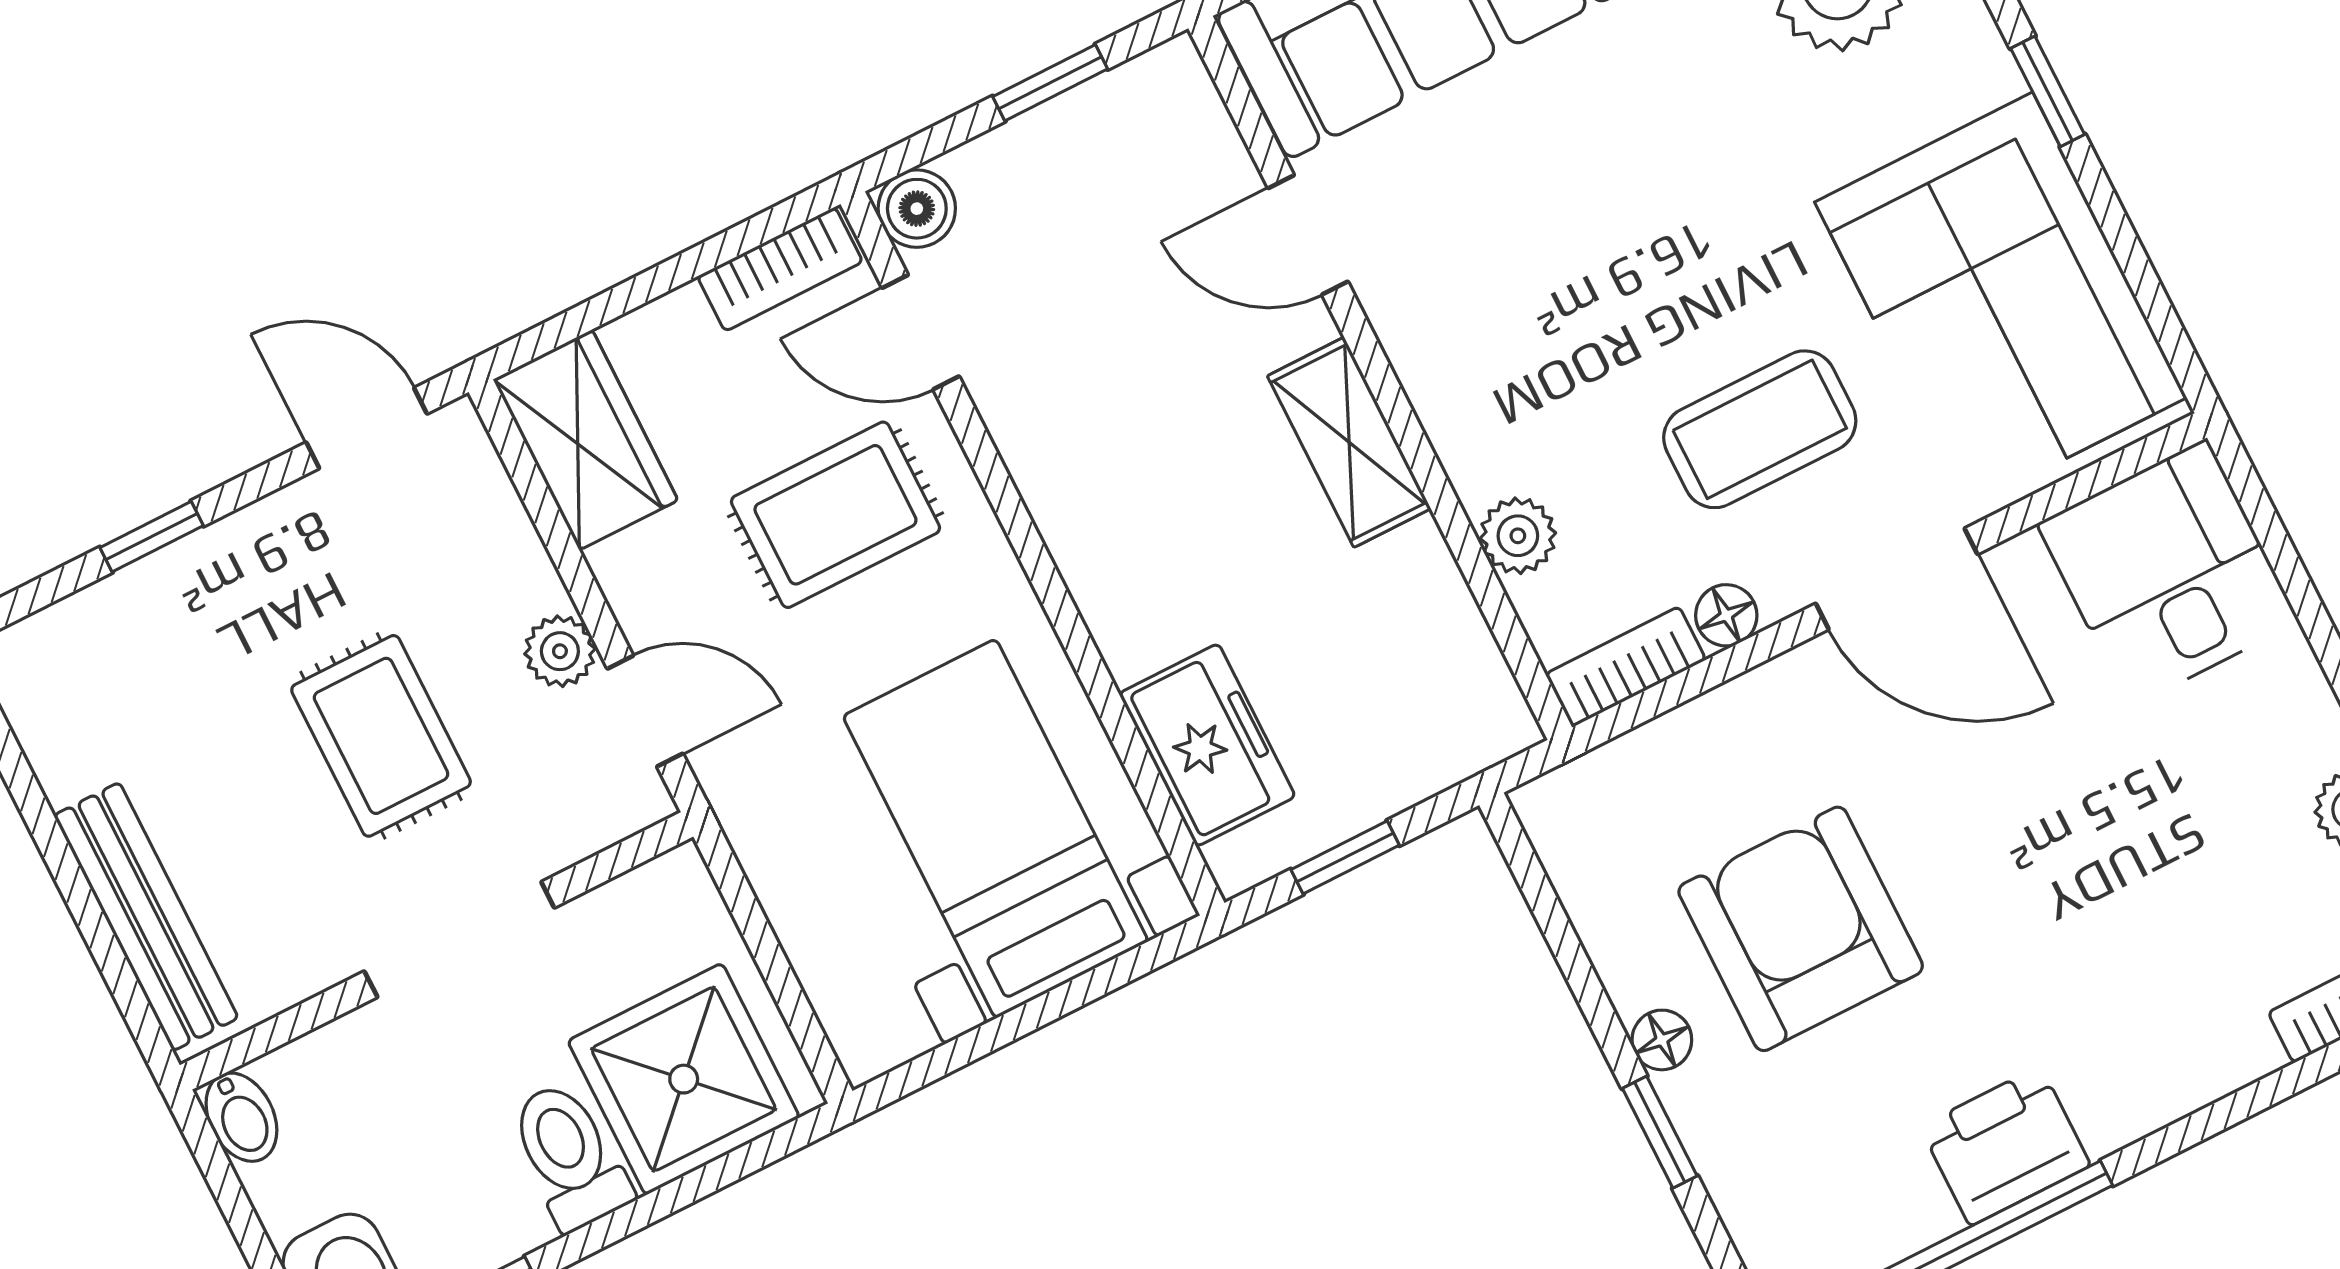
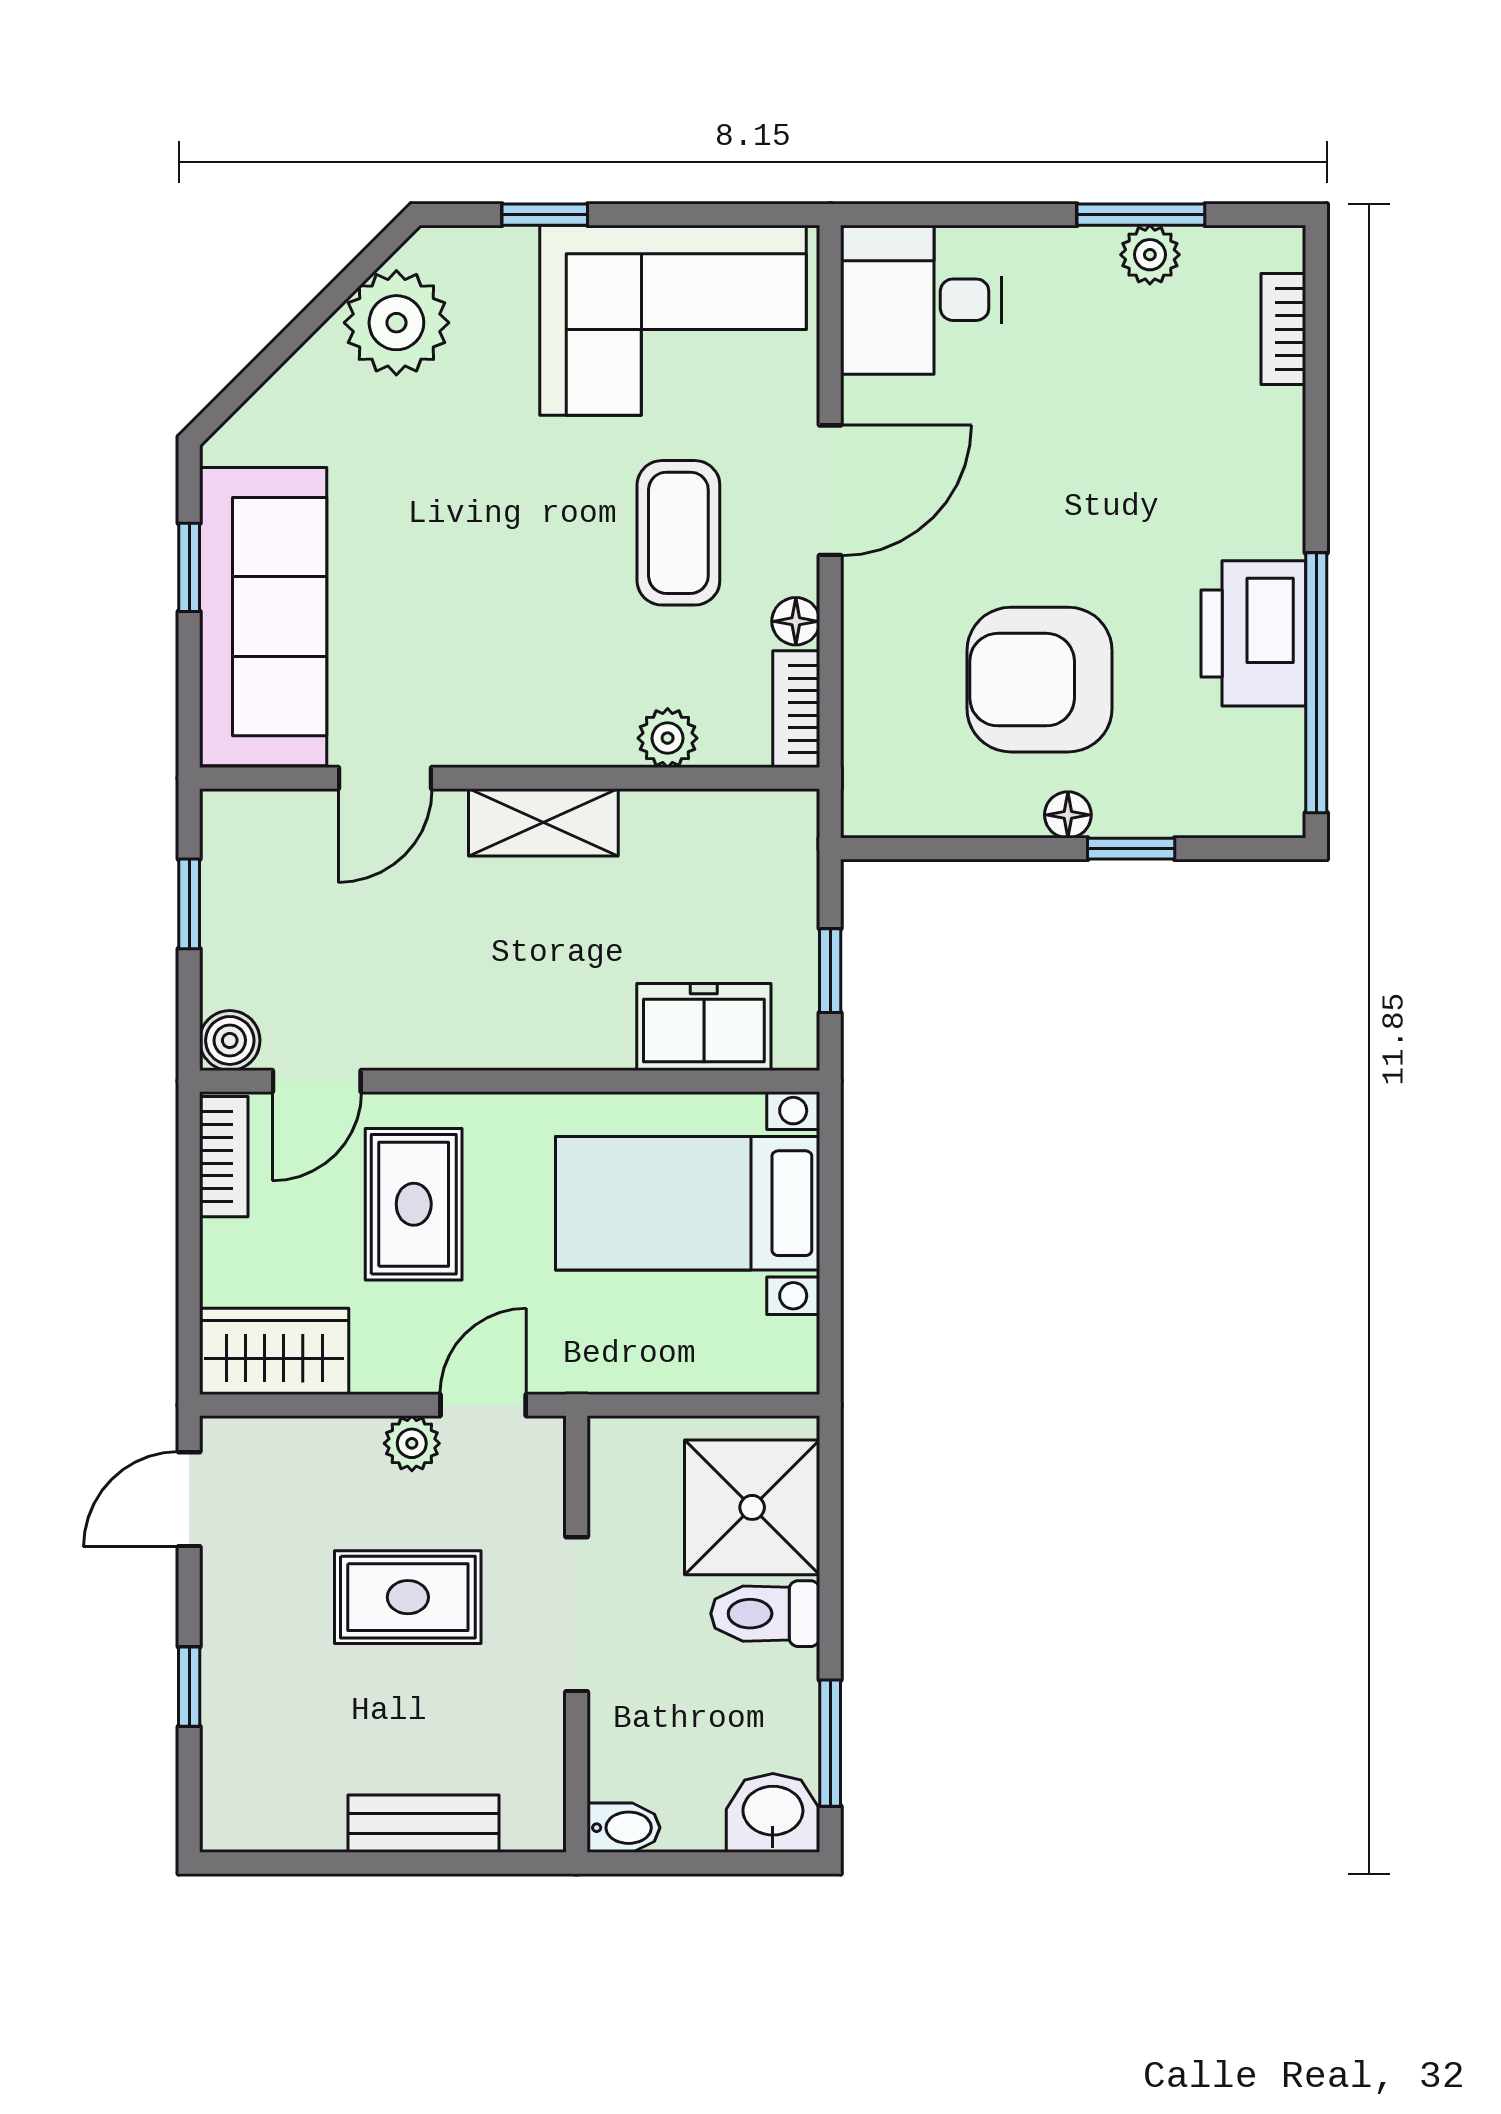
bench: (146, 917) -> (423, 1824), width x0.73
printer: (2005, 1146) -> (1253, 633), width x1.37, depth x1.19

